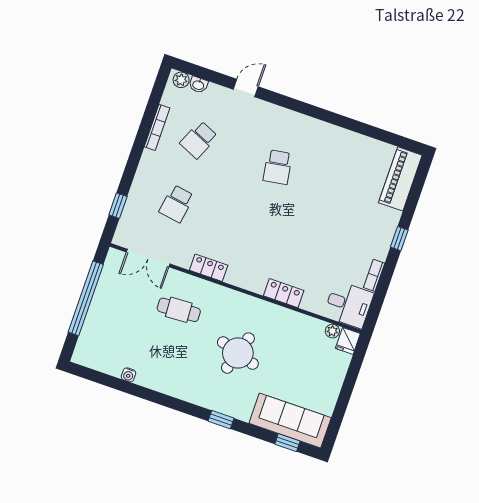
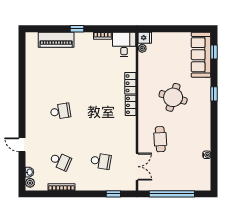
piano: (400, 179) -> (56, 40), moved
locker: (209, 268) -> (131, 105), moved

